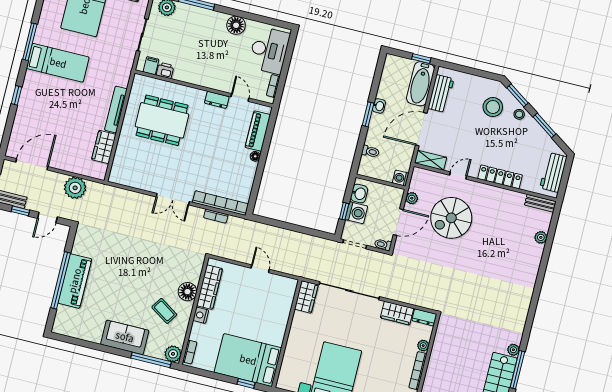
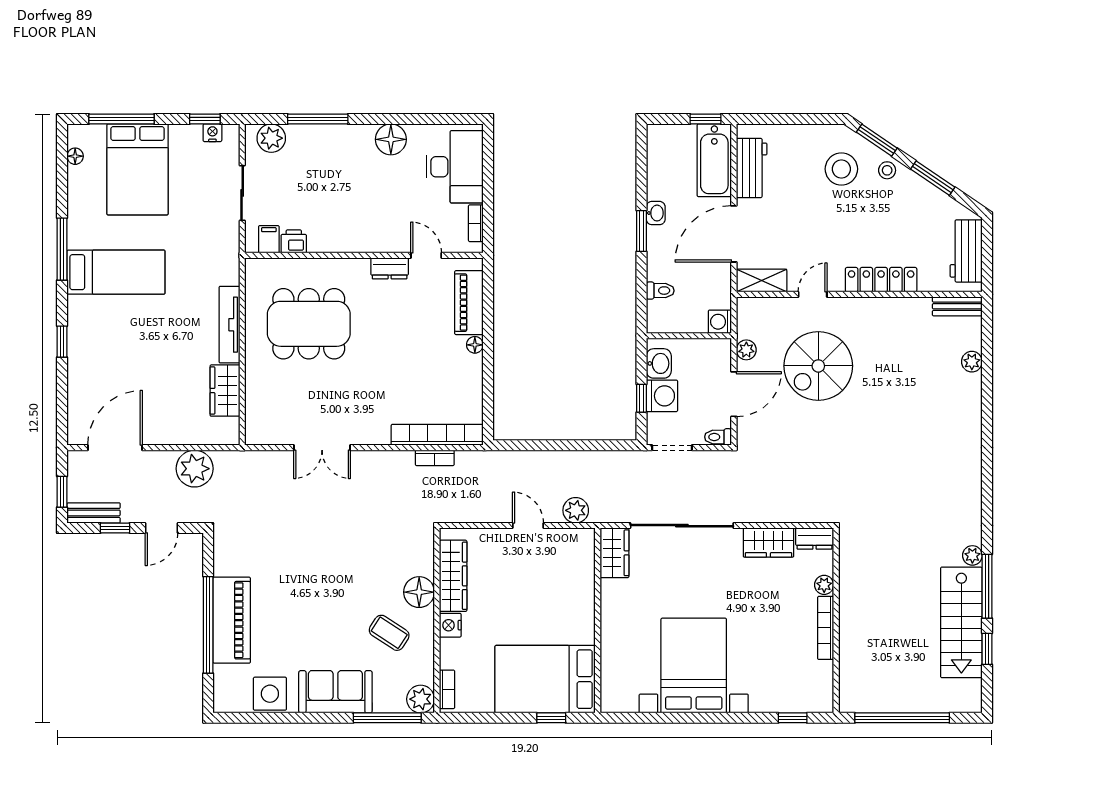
double door: (173, 199) -> (322, 448), moved
plant: (290, 267) -> (576, 510), added
side table: (86, 329) -> (270, 694), added

